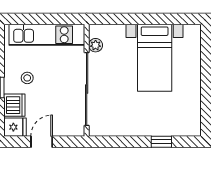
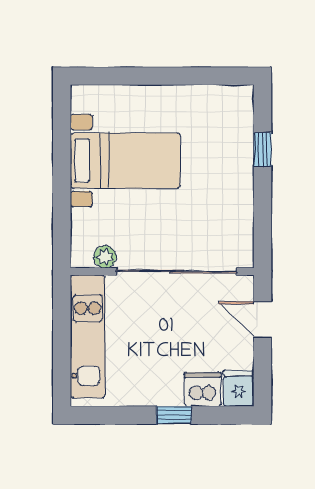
stool: (27, 78) -> (158, 369), removed
door: (42, 142) -> (262, 319), moved

